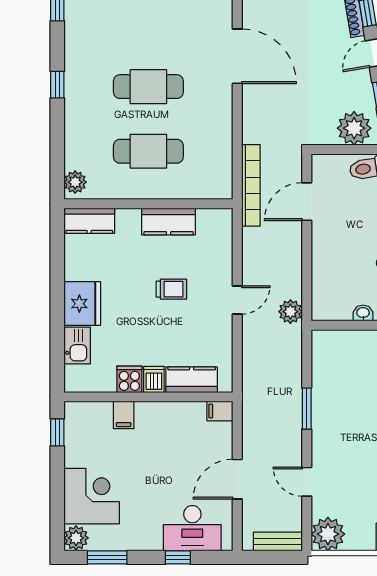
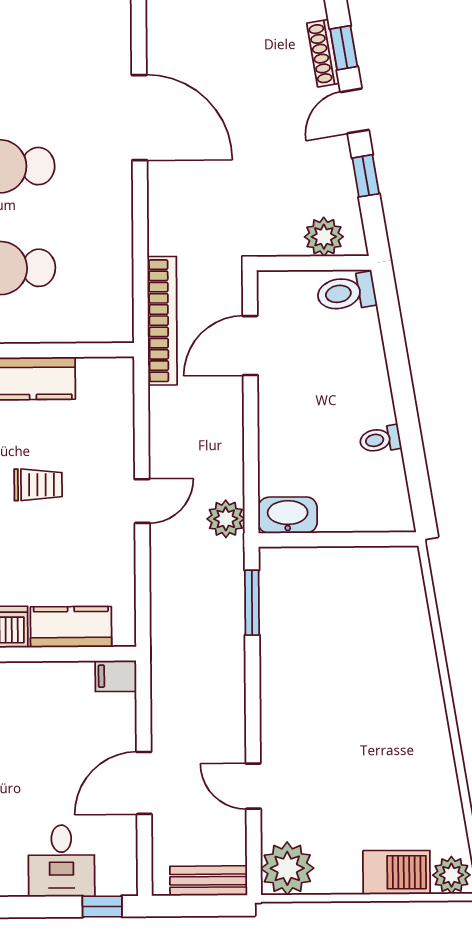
plant: (354, 128) -> (324, 237), width x0.73, depth x0.73
washbasin: (363, 313) -> (288, 515), moved, width x1.91, depth x1.45
window: (307, 409) -> (252, 603), moved
desk: (192, 528) -> (61, 861), width x0.73
window: (178, 557) -> (102, 906), moved

